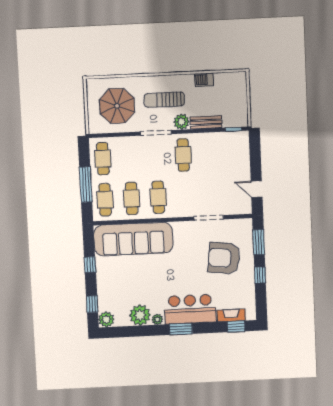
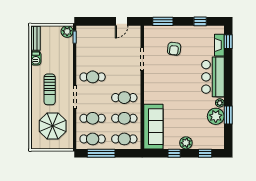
plant: (181, 122) -> (67, 31), moved
bench: (206, 122) -> (35, 38), moved
cafe table: (130, 157) -> (93, 118), added
window: (86, 184) -> (101, 153), moved
sofa: (133, 239) -> (153, 127), width x0.74, depth x0.79
armchair: (224, 258) -> (174, 49), width x0.53, depth x0.53
window: (260, 275) -> (200, 21), moved
plant: (106, 319) -> (186, 143), moved
window: (181, 329) -> (228, 115), moved

